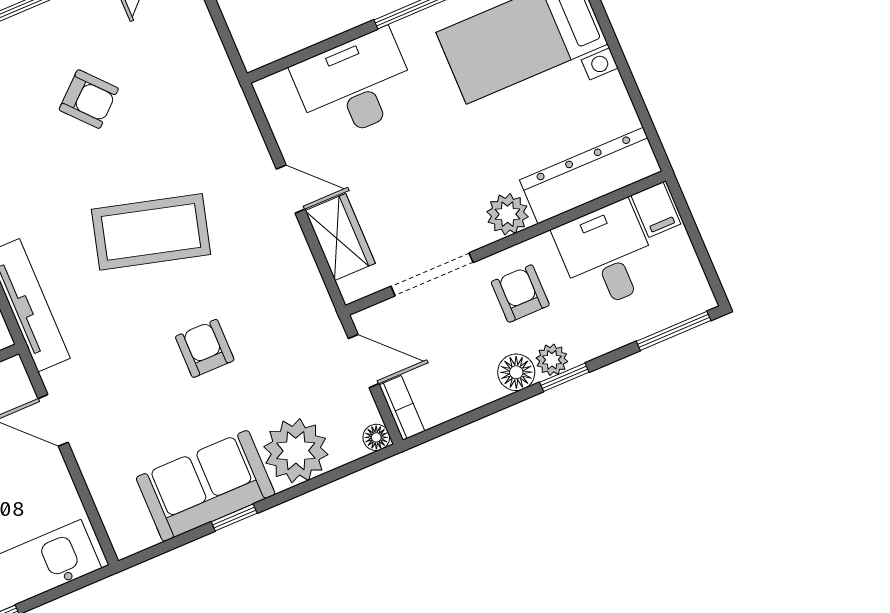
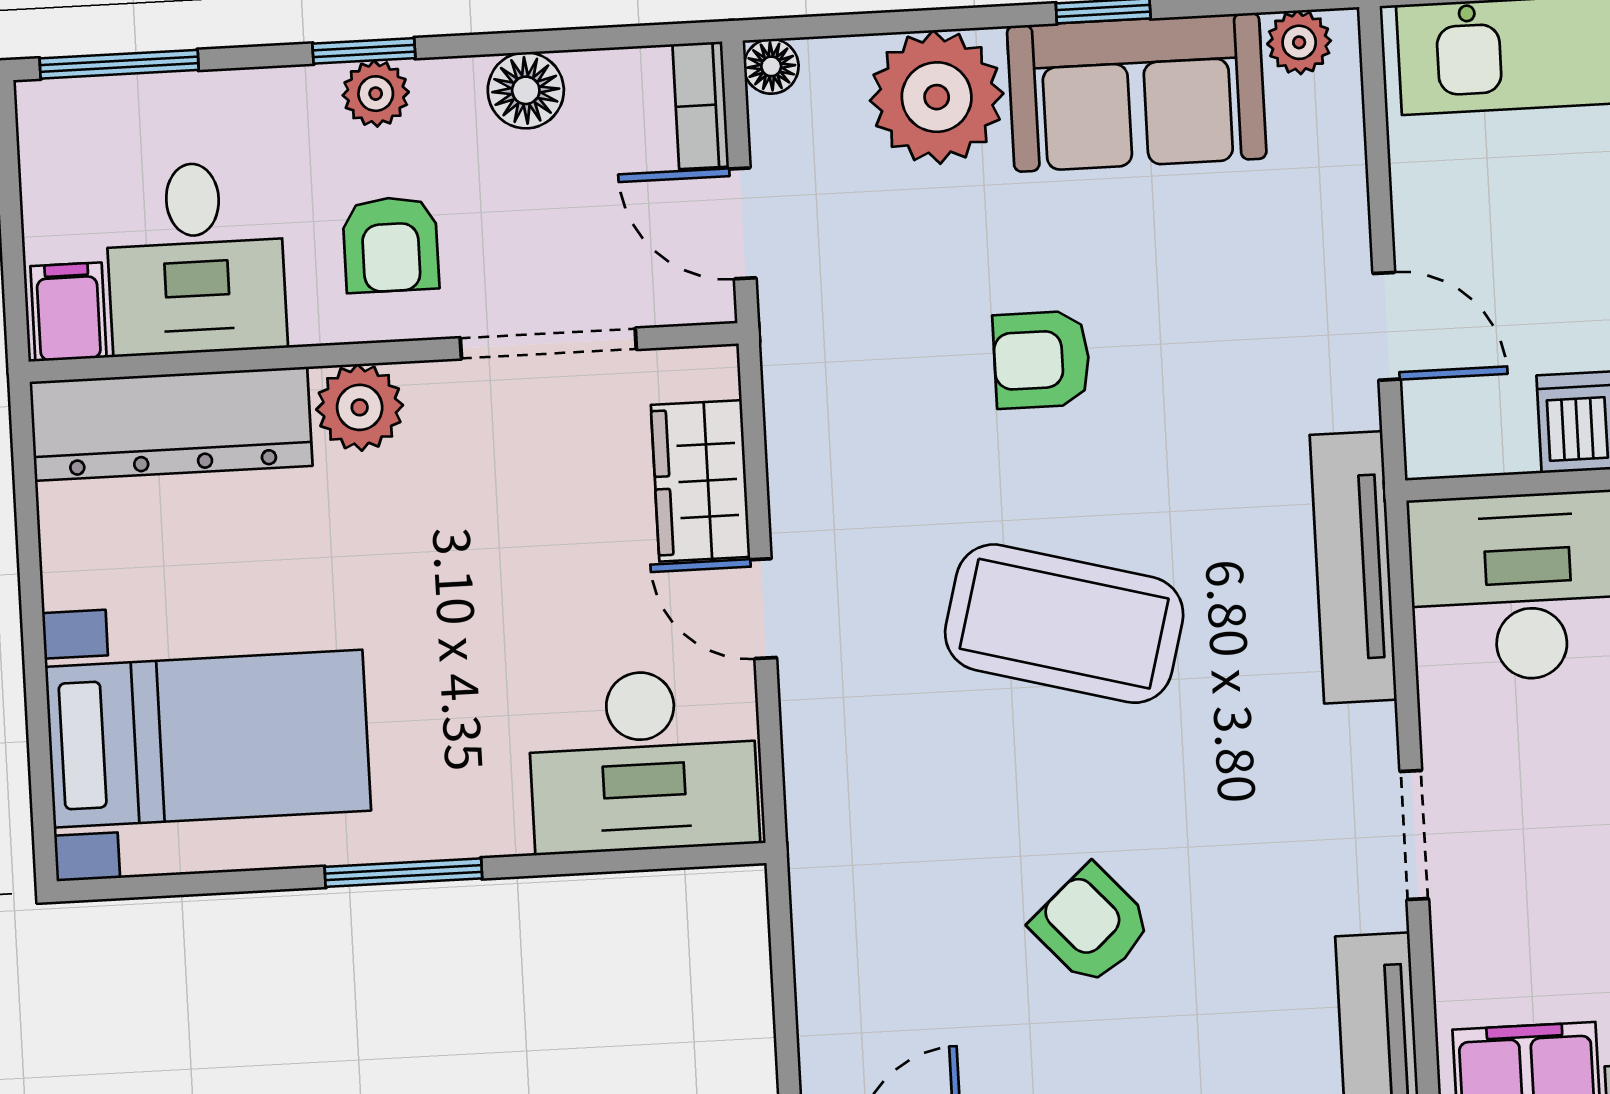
desk: (355, 85) -> (643, 761), moved
armchair: (205, 348) -> (1042, 360), turned 90
floor lamp: (516, 372) -> (526, 90), moved
plant: (140, 535) -> (1299, 42), added

